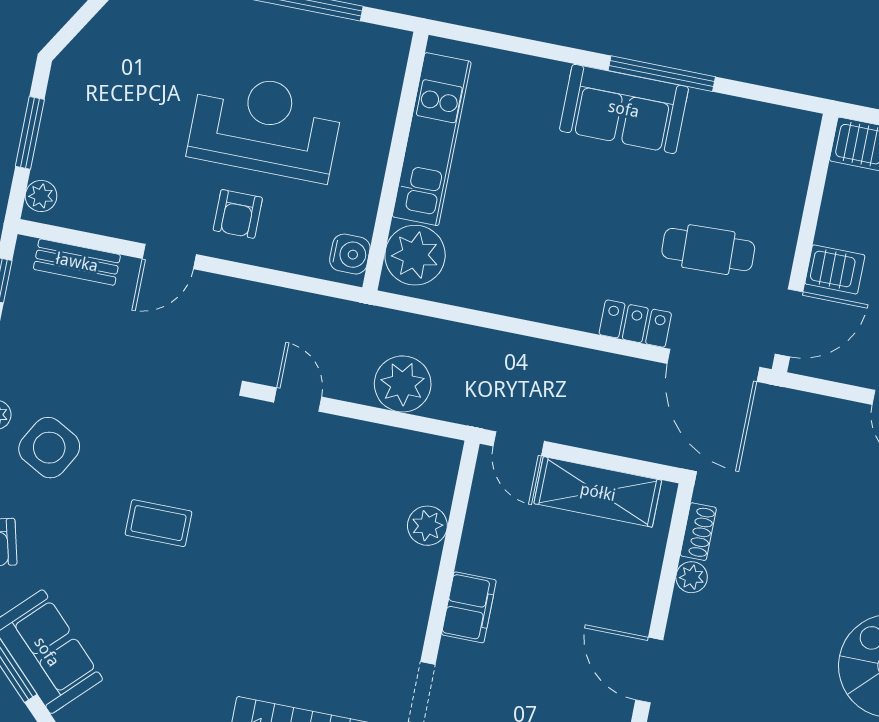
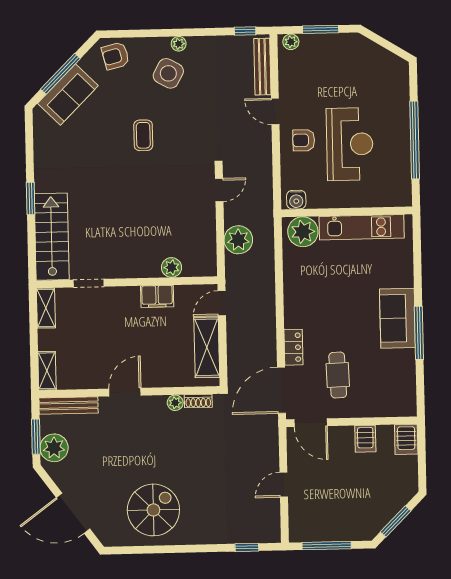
bench: (77, 262) -> (262, 67), width x1.36
server rack: (835, 269) -> (365, 439), moved
filing cabinet: (469, 607) -> (157, 296), moved

